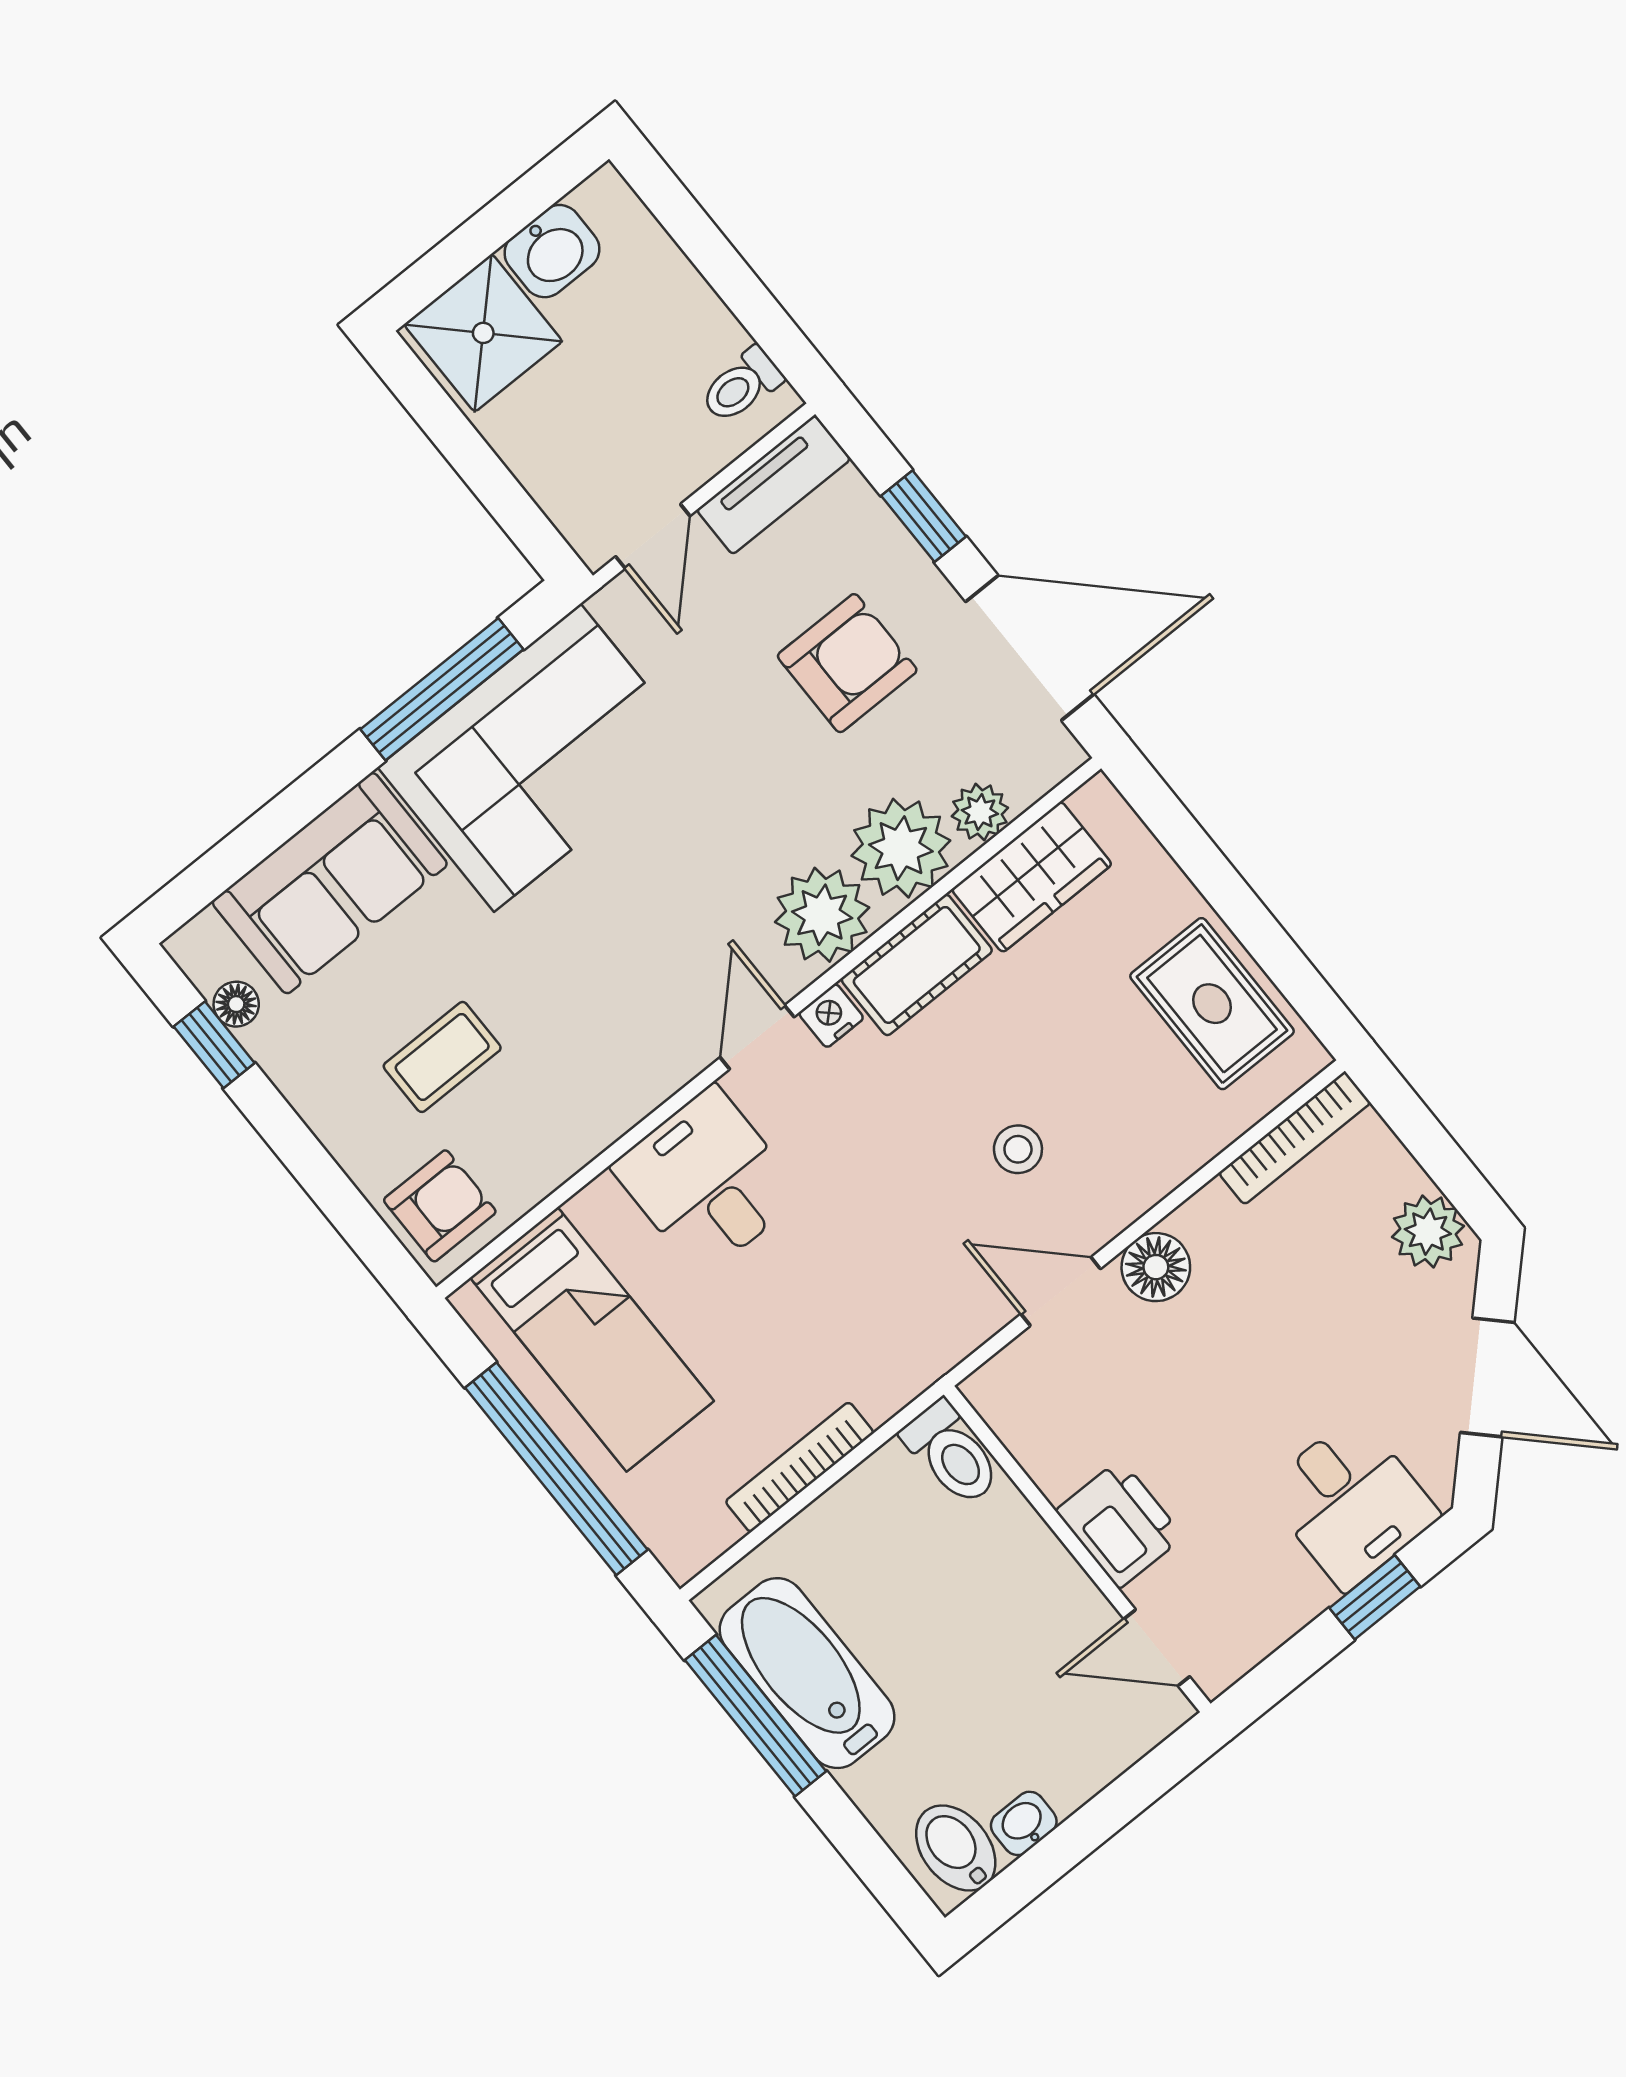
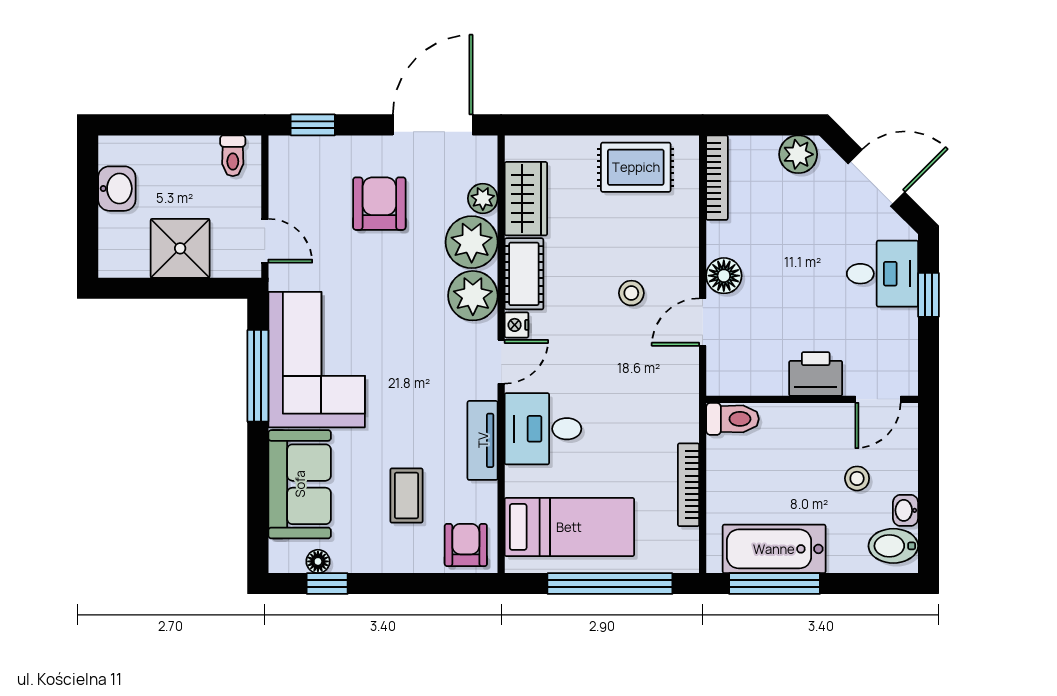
shower: (483, 333) -> (180, 248), moved
tv unit: (773, 485) -> (483, 440), moved, turned 180
window: (923, 516) -> (313, 125), moved
door: (757, 1037) -> (501, 362), swing flipped
stool: (1013, 1712) -> (857, 478), added

